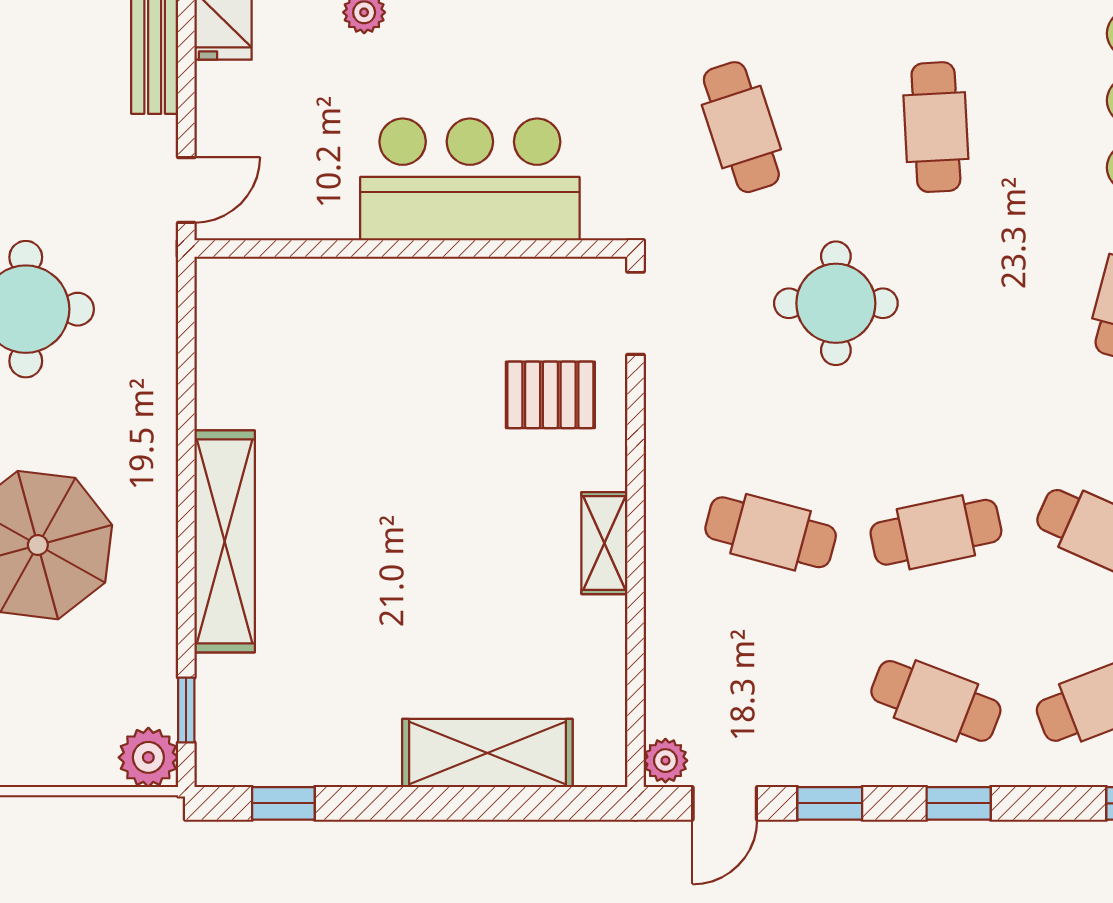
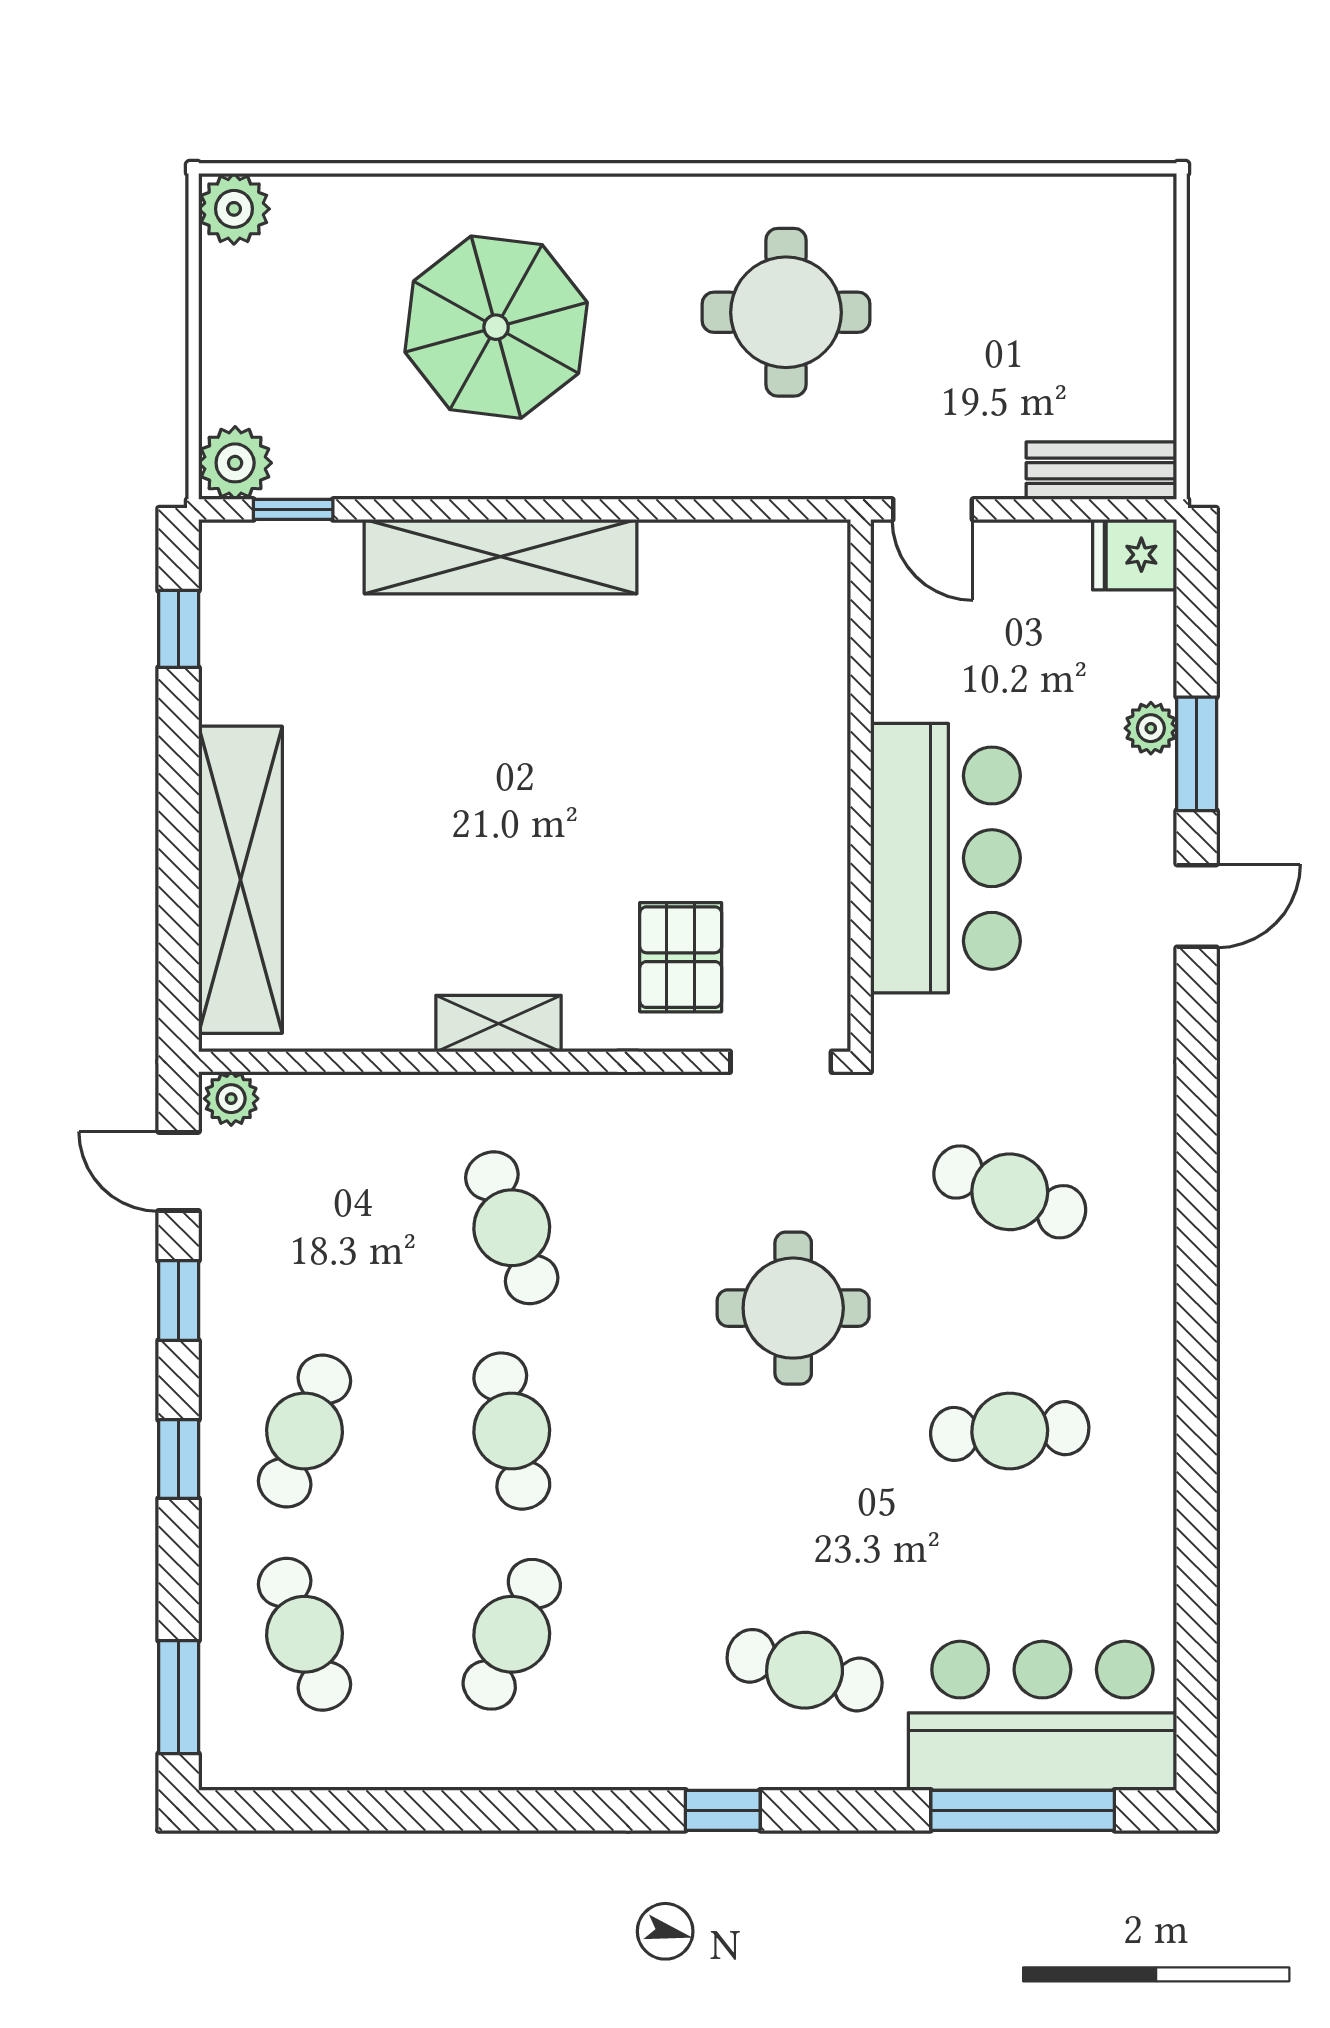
cafe table: (741, 127) -> (1010, 1192), turned 39
cafe table: (771, 532) -> (512, 1228), turned -36
shelving: (487, 753) -> (240, 880), width x1.47

